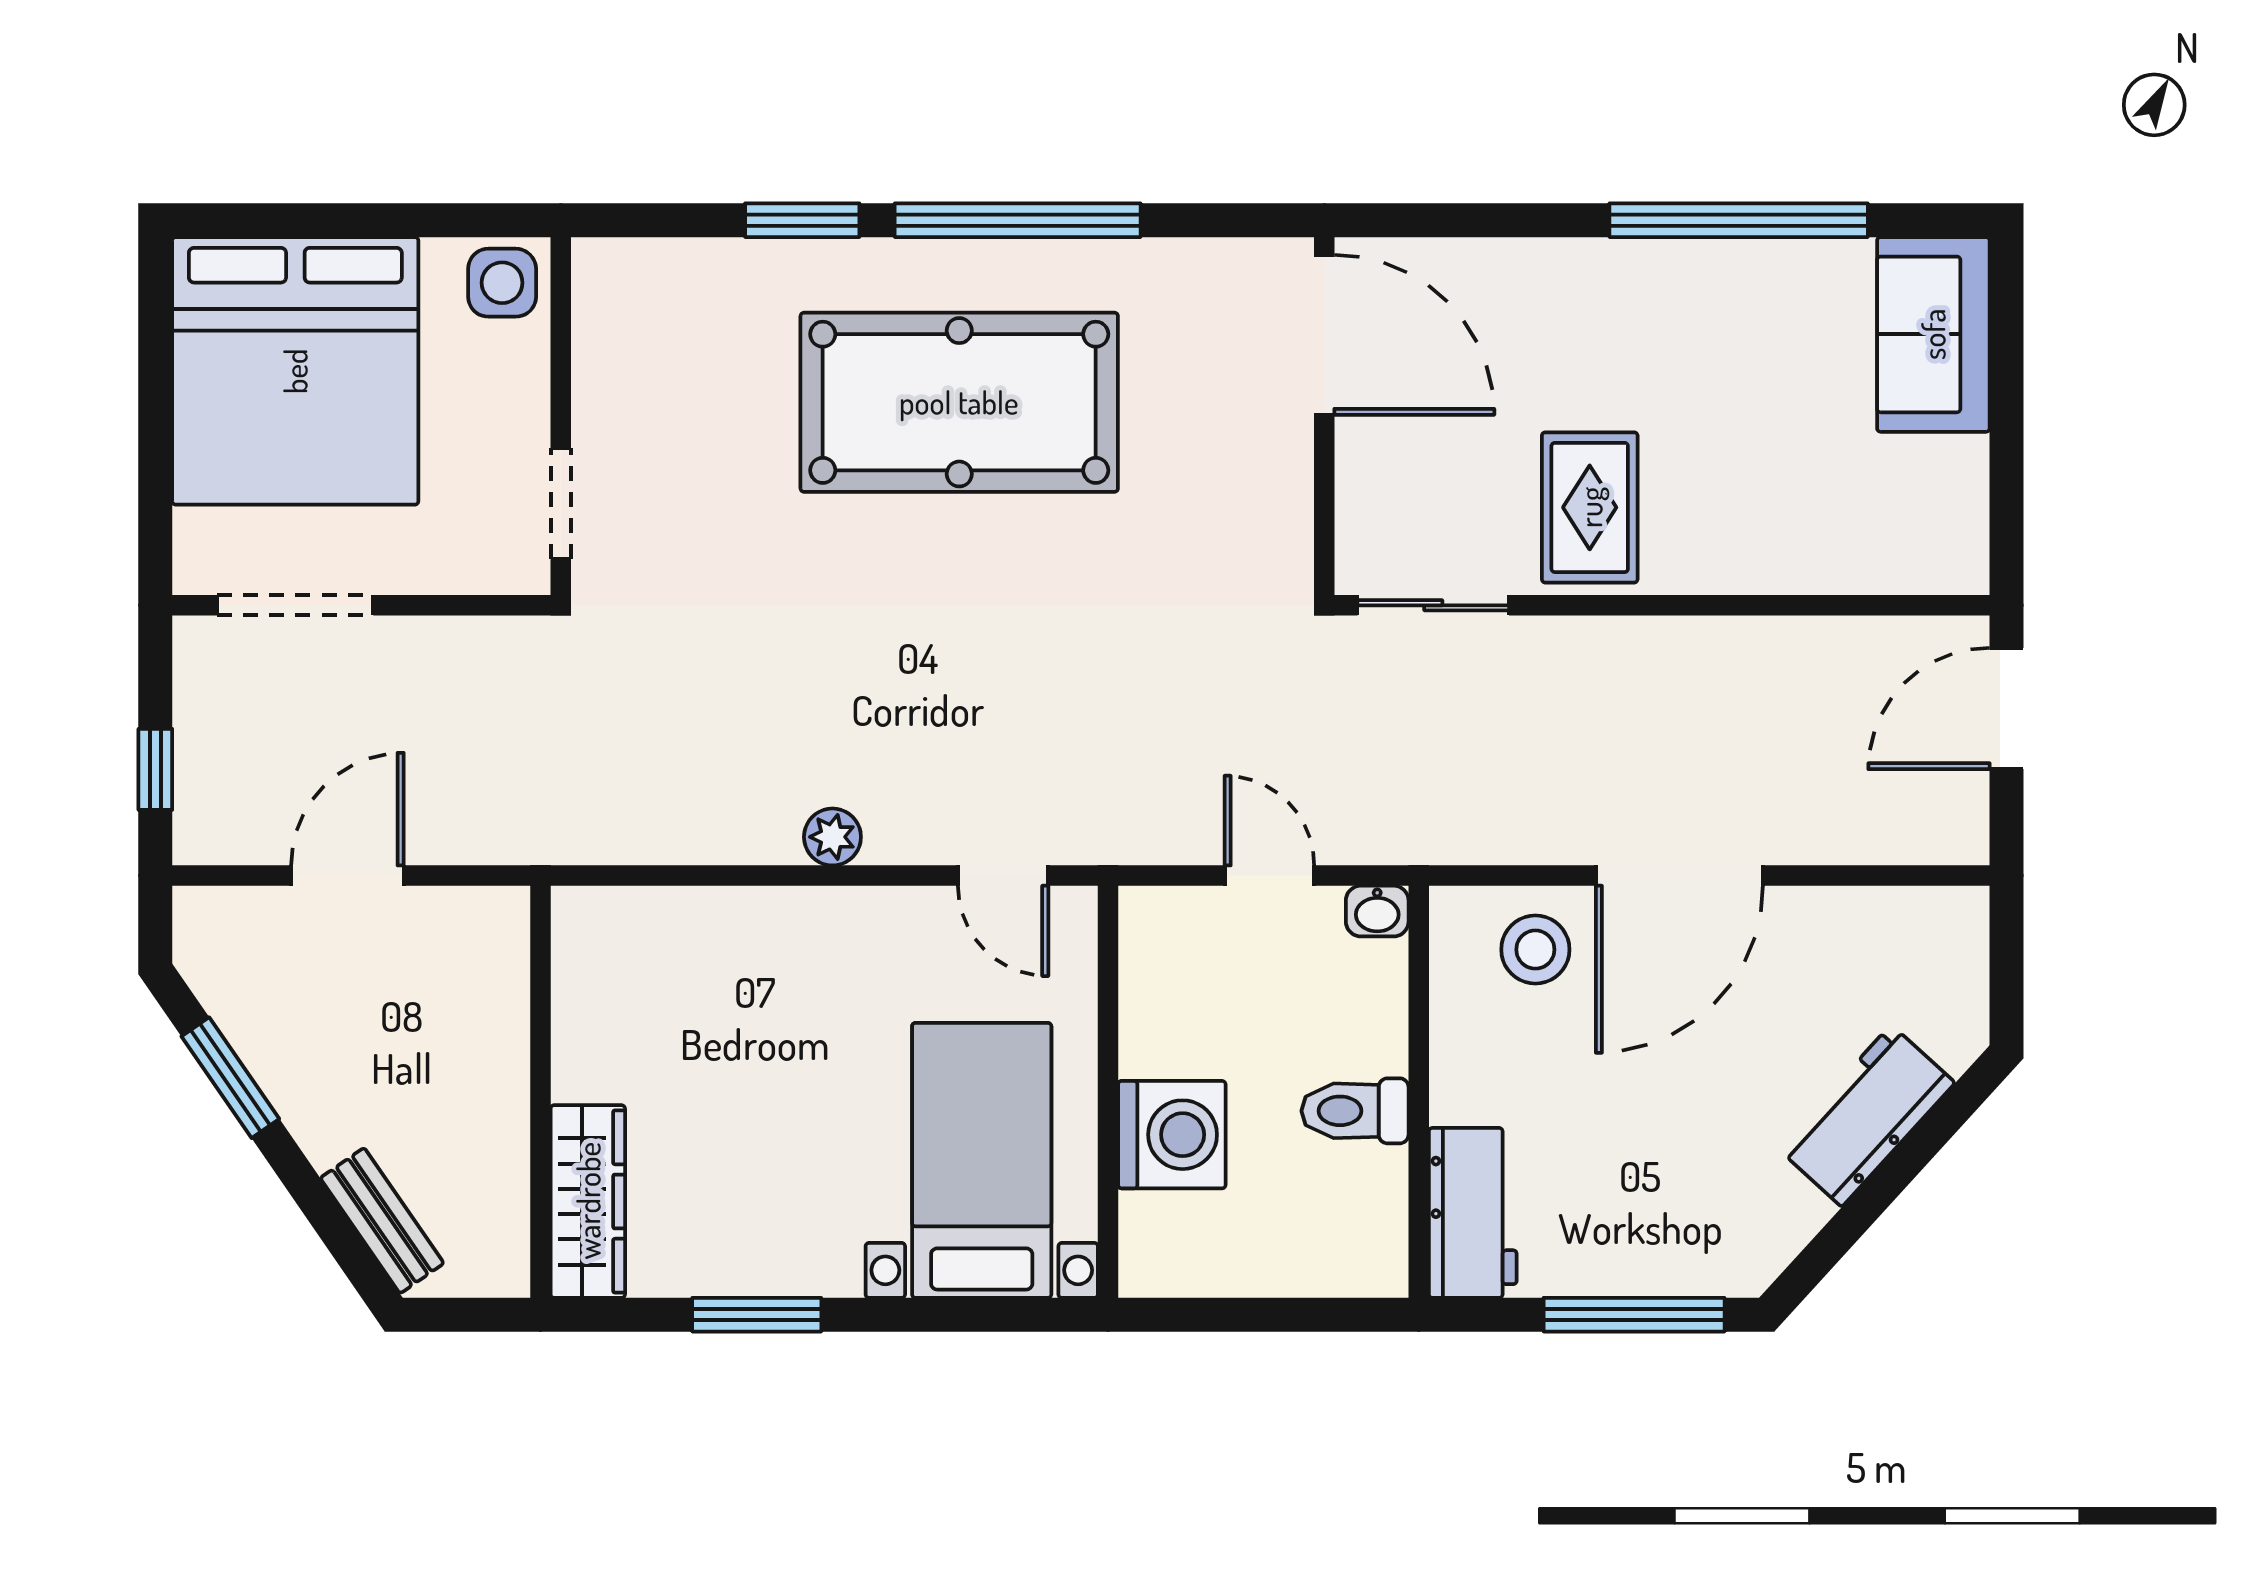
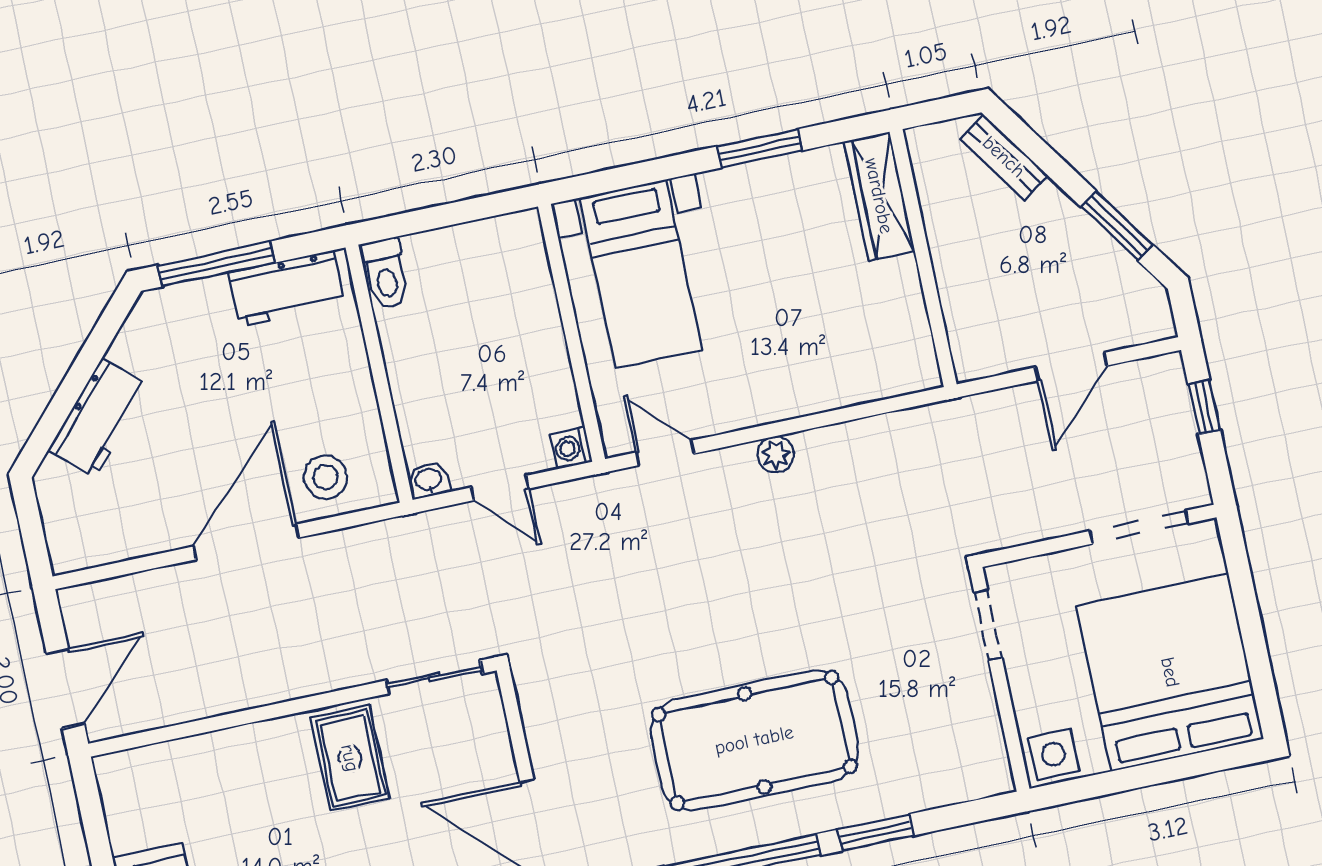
toilet: (1355, 1111) -> (385, 274), moved, turned 90
washing machine: (1172, 1135) -> (571, 448), moved, width x0.53, depth x0.53
workbench: (1473, 1213) -> (286, 288), moved, turned -90

